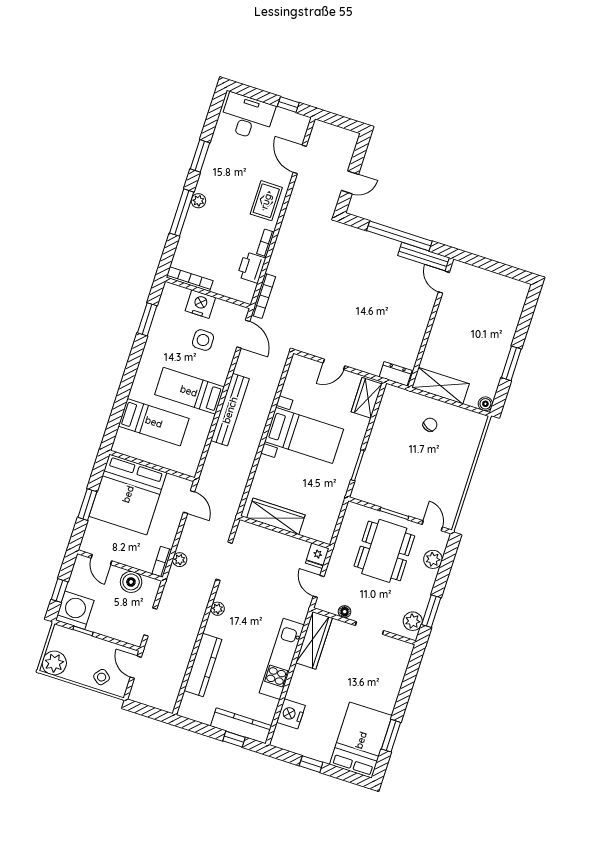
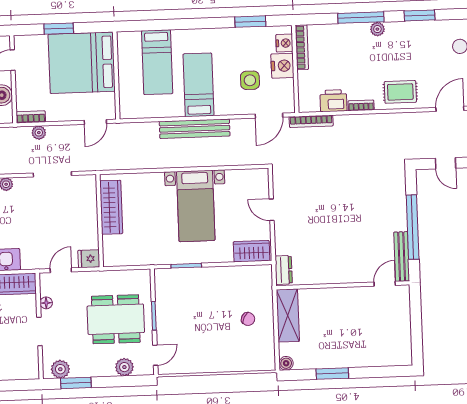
nightstand: (179, 294) -> (284, 43), added

